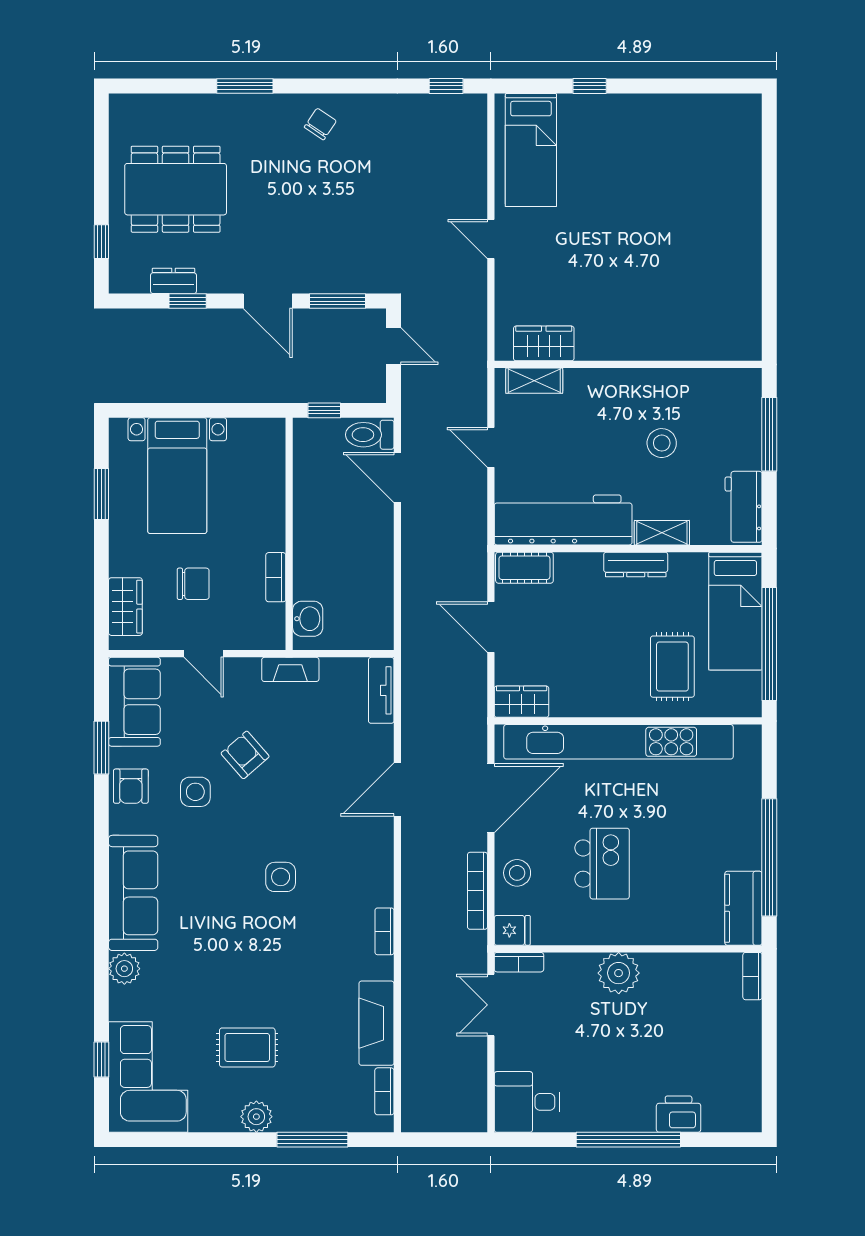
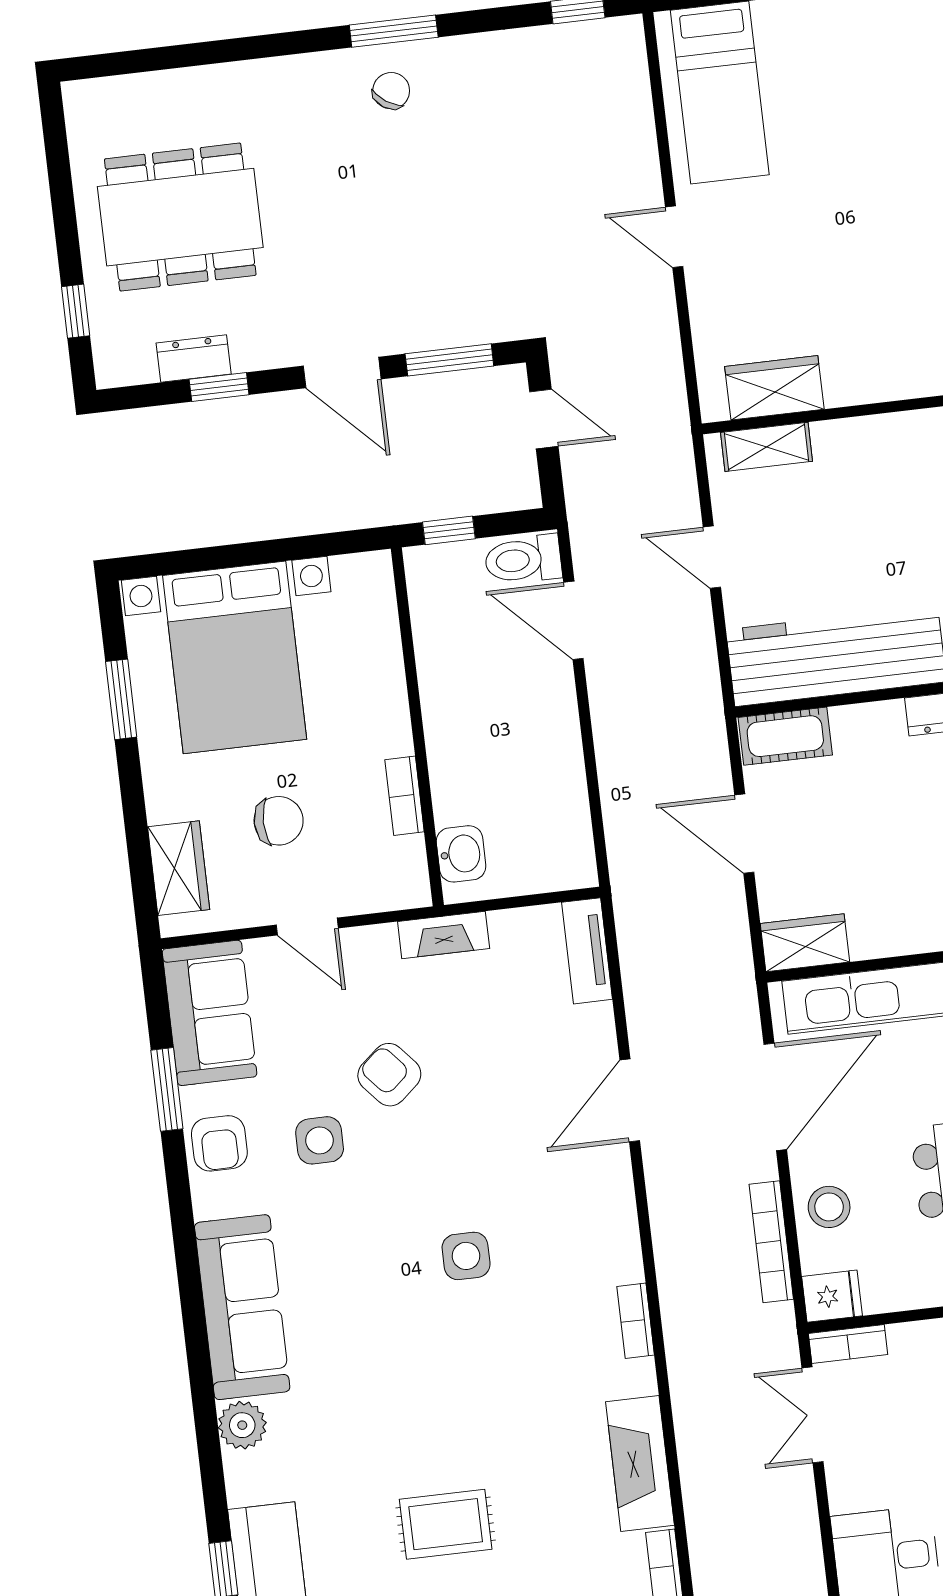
window: (245, 86) -> (394, 31), moved
bed with nightstands: (177, 476) -> (235, 657), width x1.36

